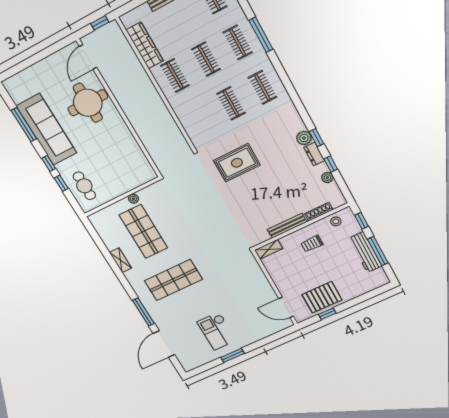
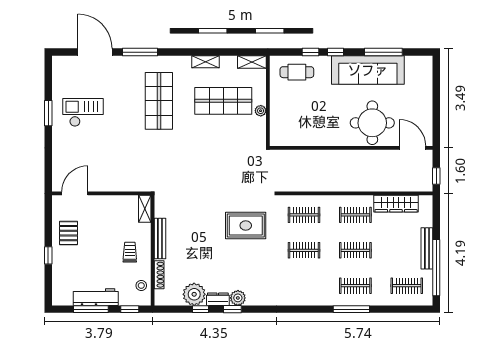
clothes rail: (262, 87) -> (304, 215), moved
rug: (237, 163) -> (246, 226), turned 90
plant: (327, 178) -> (194, 294), width x1.87, depth x1.87
shelving: (98, 225) -> (252, 62), added
pallet: (322, 297) -> (69, 233), width x0.67, depth x0.71
window: (327, 314) -> (48, 255), moved

